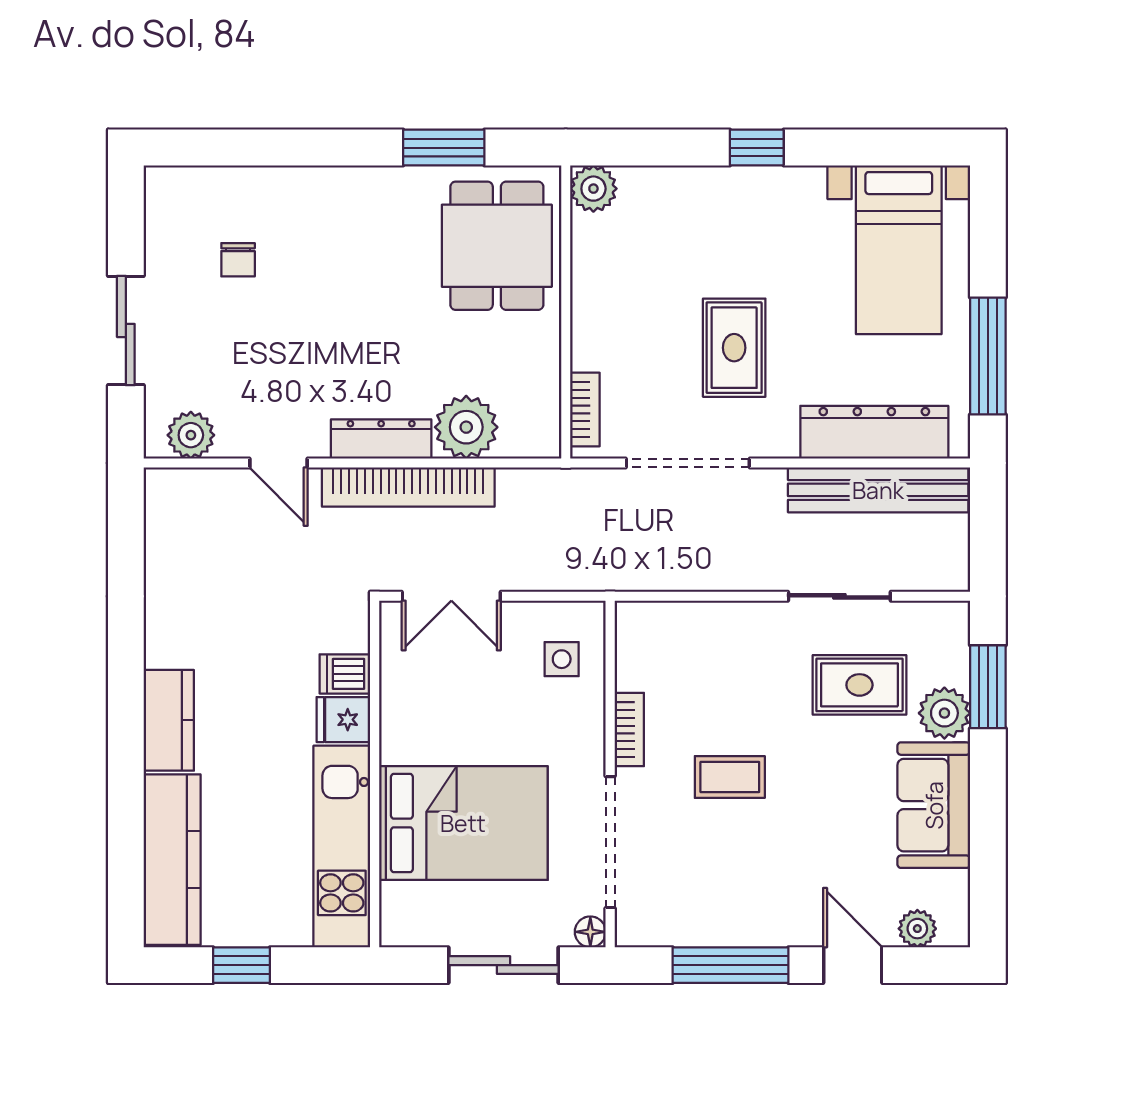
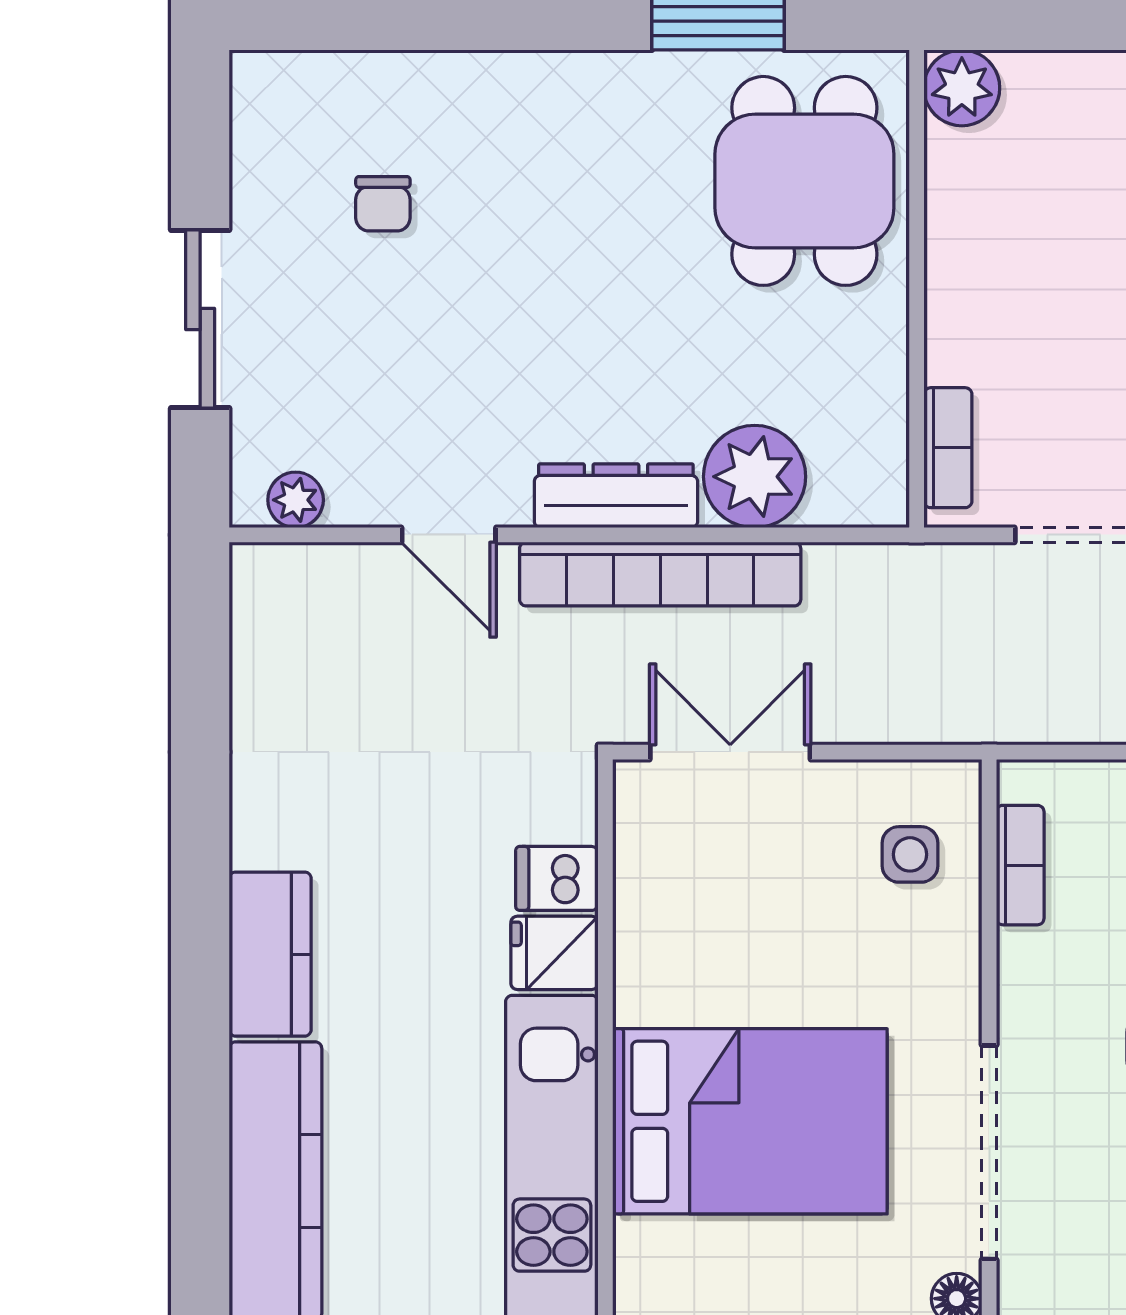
plant: (191, 435) -> (296, 500), width x0.73, depth x0.73
double door: (451, 596) -> (730, 752), swing flipped
bookcase: (629, 730) -> (1020, 865), moved

